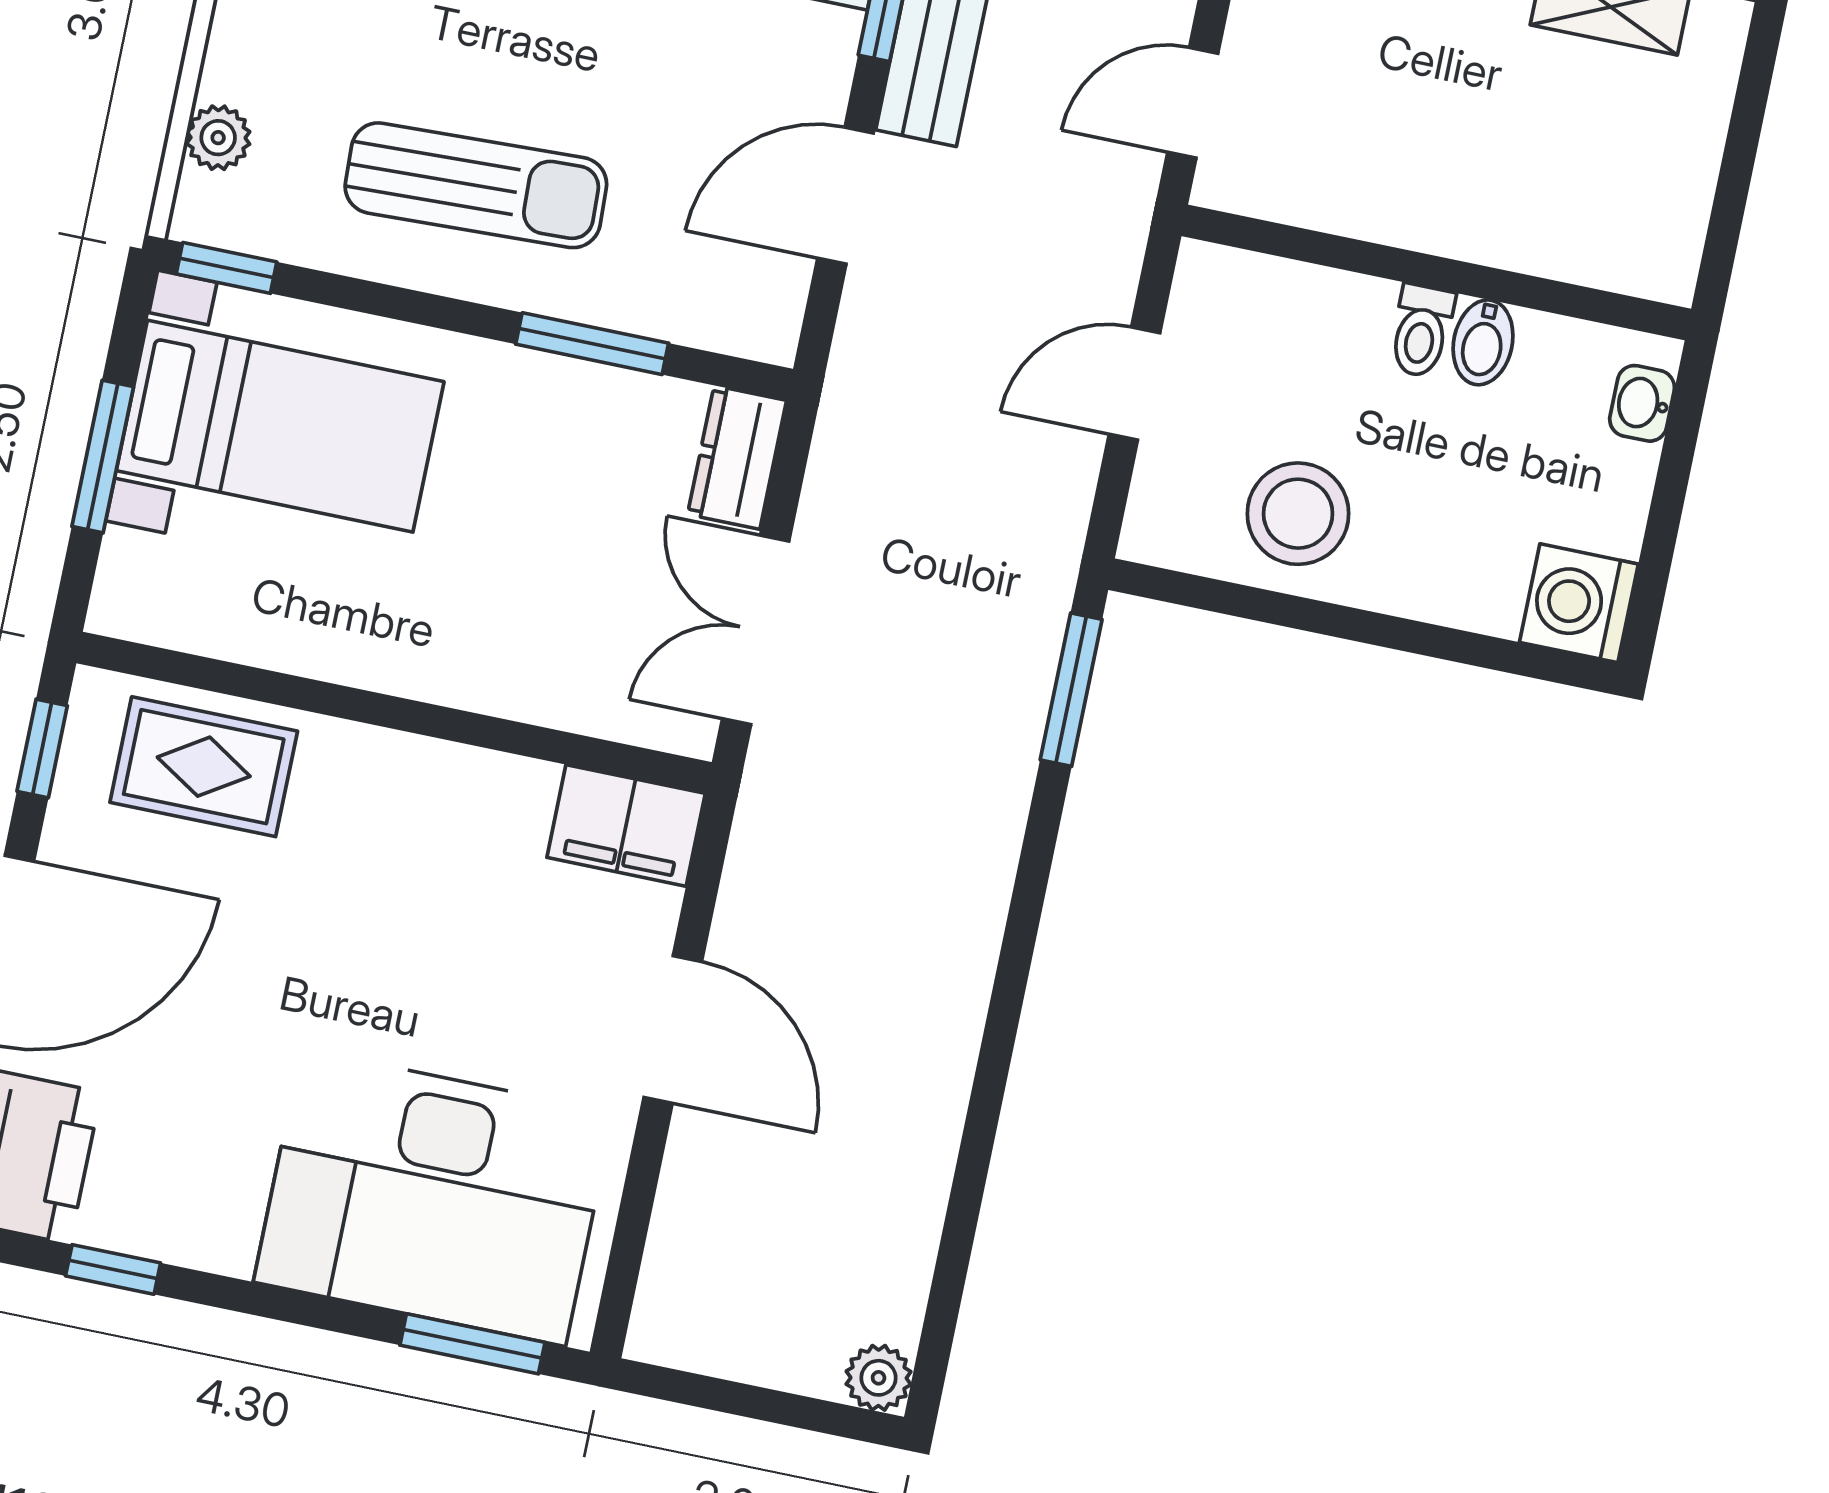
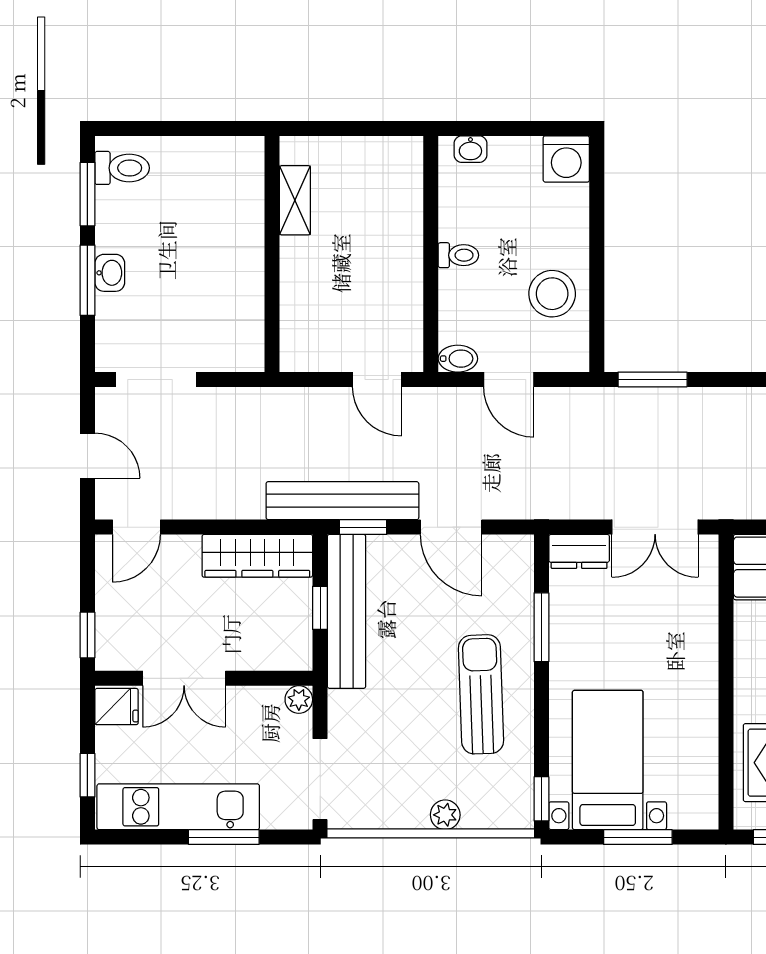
plant: (218, 138) -> (445, 815), moved
bidet: (1483, 342) -> (458, 359), moved

